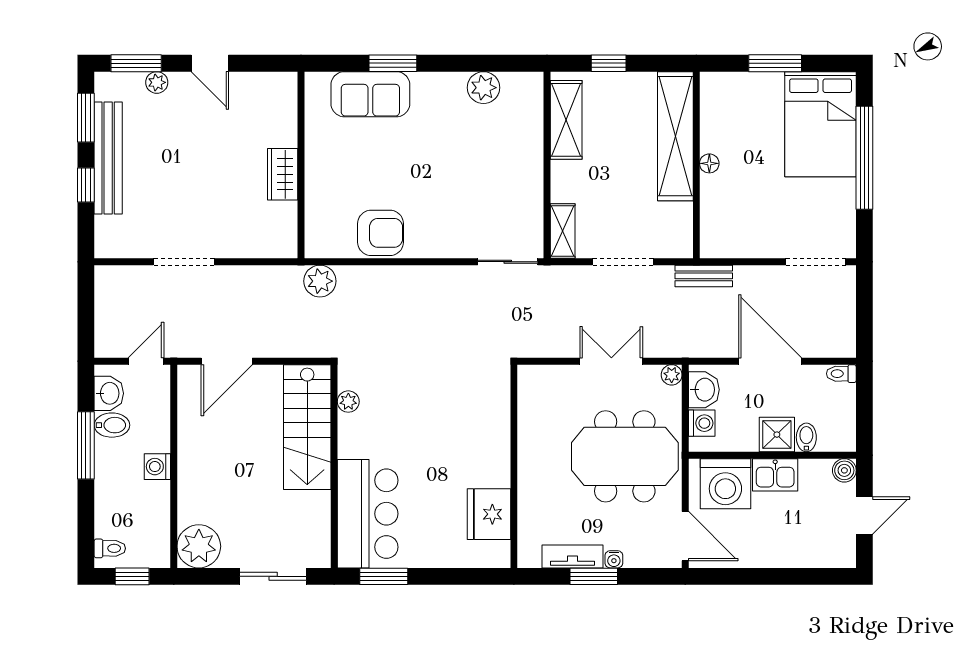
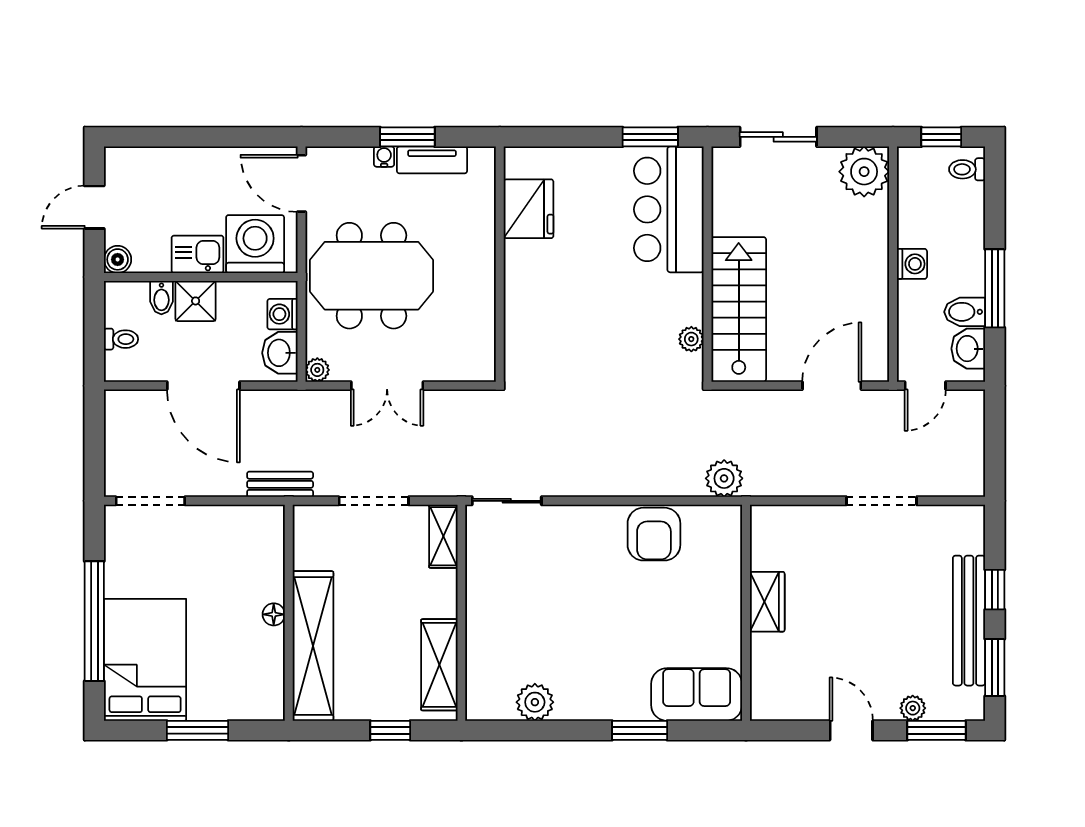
sofa: (370, 94) -> (697, 694), moved
armchair: (381, 233) -> (654, 534), turned -90
toilet: (841, 374) -> (121, 339), moved

